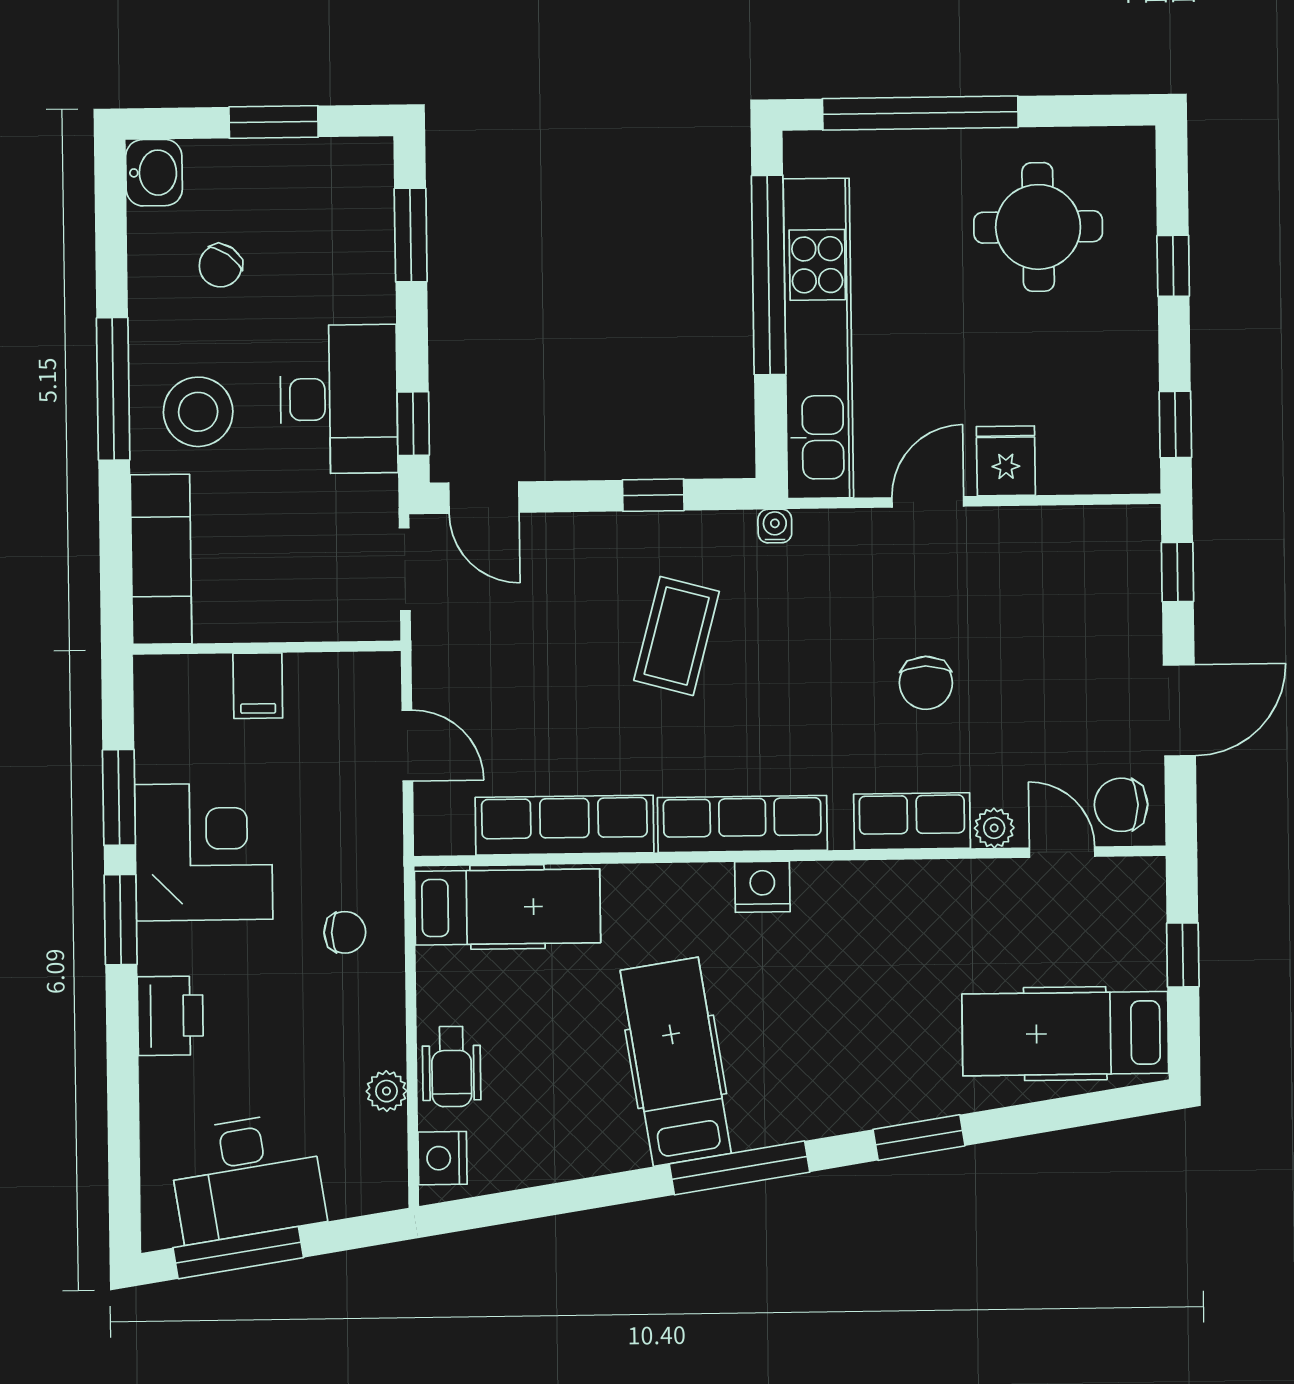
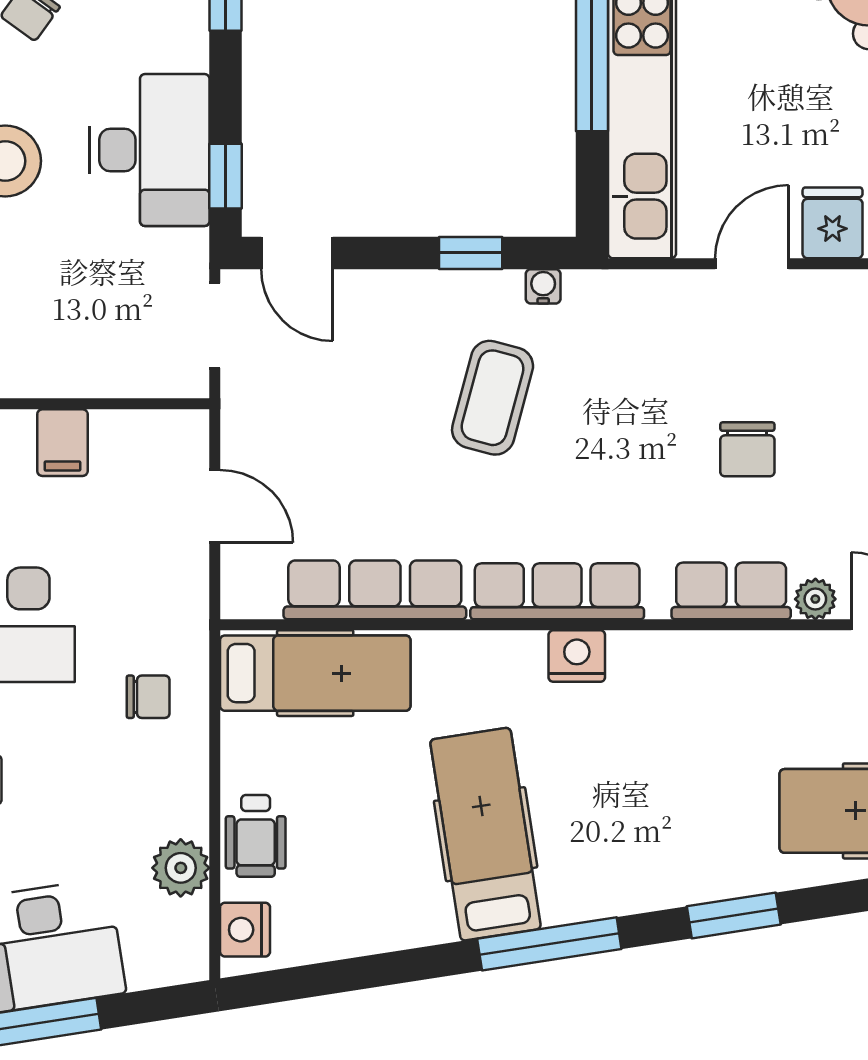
water cooler: (775, 526) -> (543, 286), moved
plant: (386, 1091) -> (181, 868), width x1.38, depth x1.38

